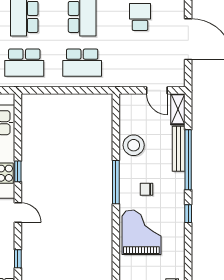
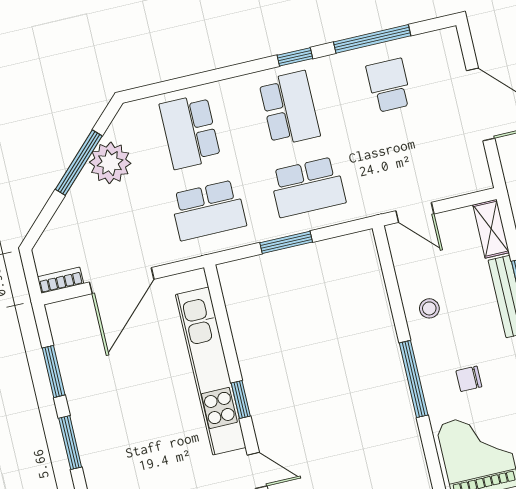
window: (63, 90) -> (286, 242), added
door: (157, 90) -> (415, 212), moved
stool: (134, 145) -> (429, 308), width x0.53, depth x0.53

